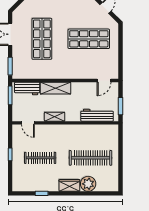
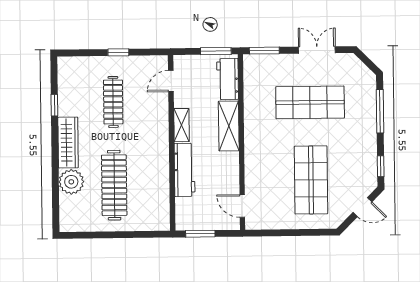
workbench: (97, 115) -> (185, 170), moved
wardrobe: (69, 185) -> (68, 143), width x1.50

